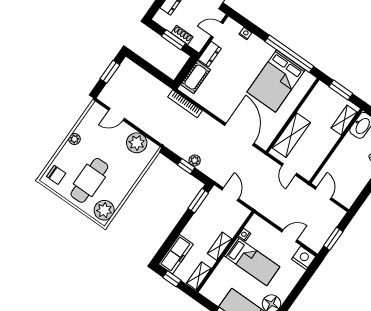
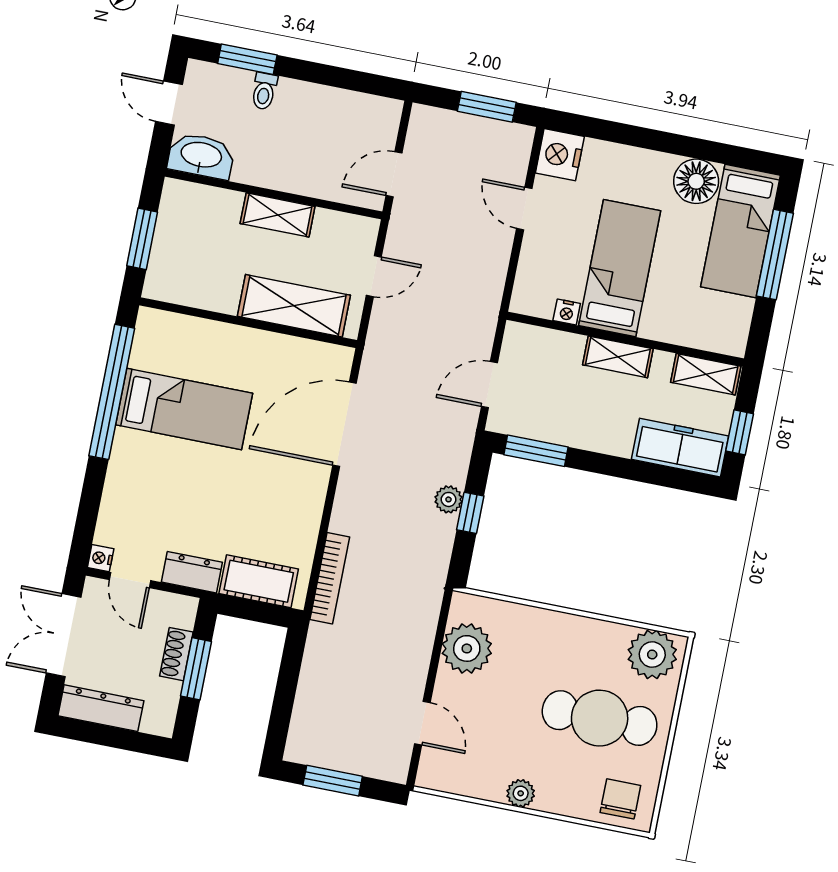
nightstand: (245, 34) -> (101, 558), moved
bed: (276, 81) -> (184, 409), width x0.67
shelving: (344, 120) -> (278, 215), moved

